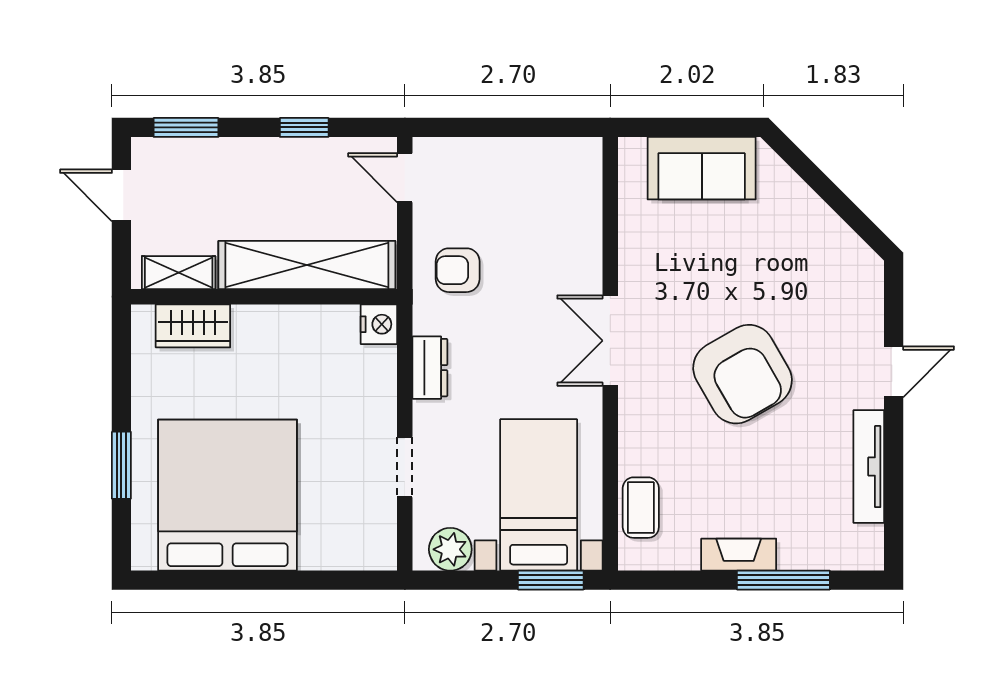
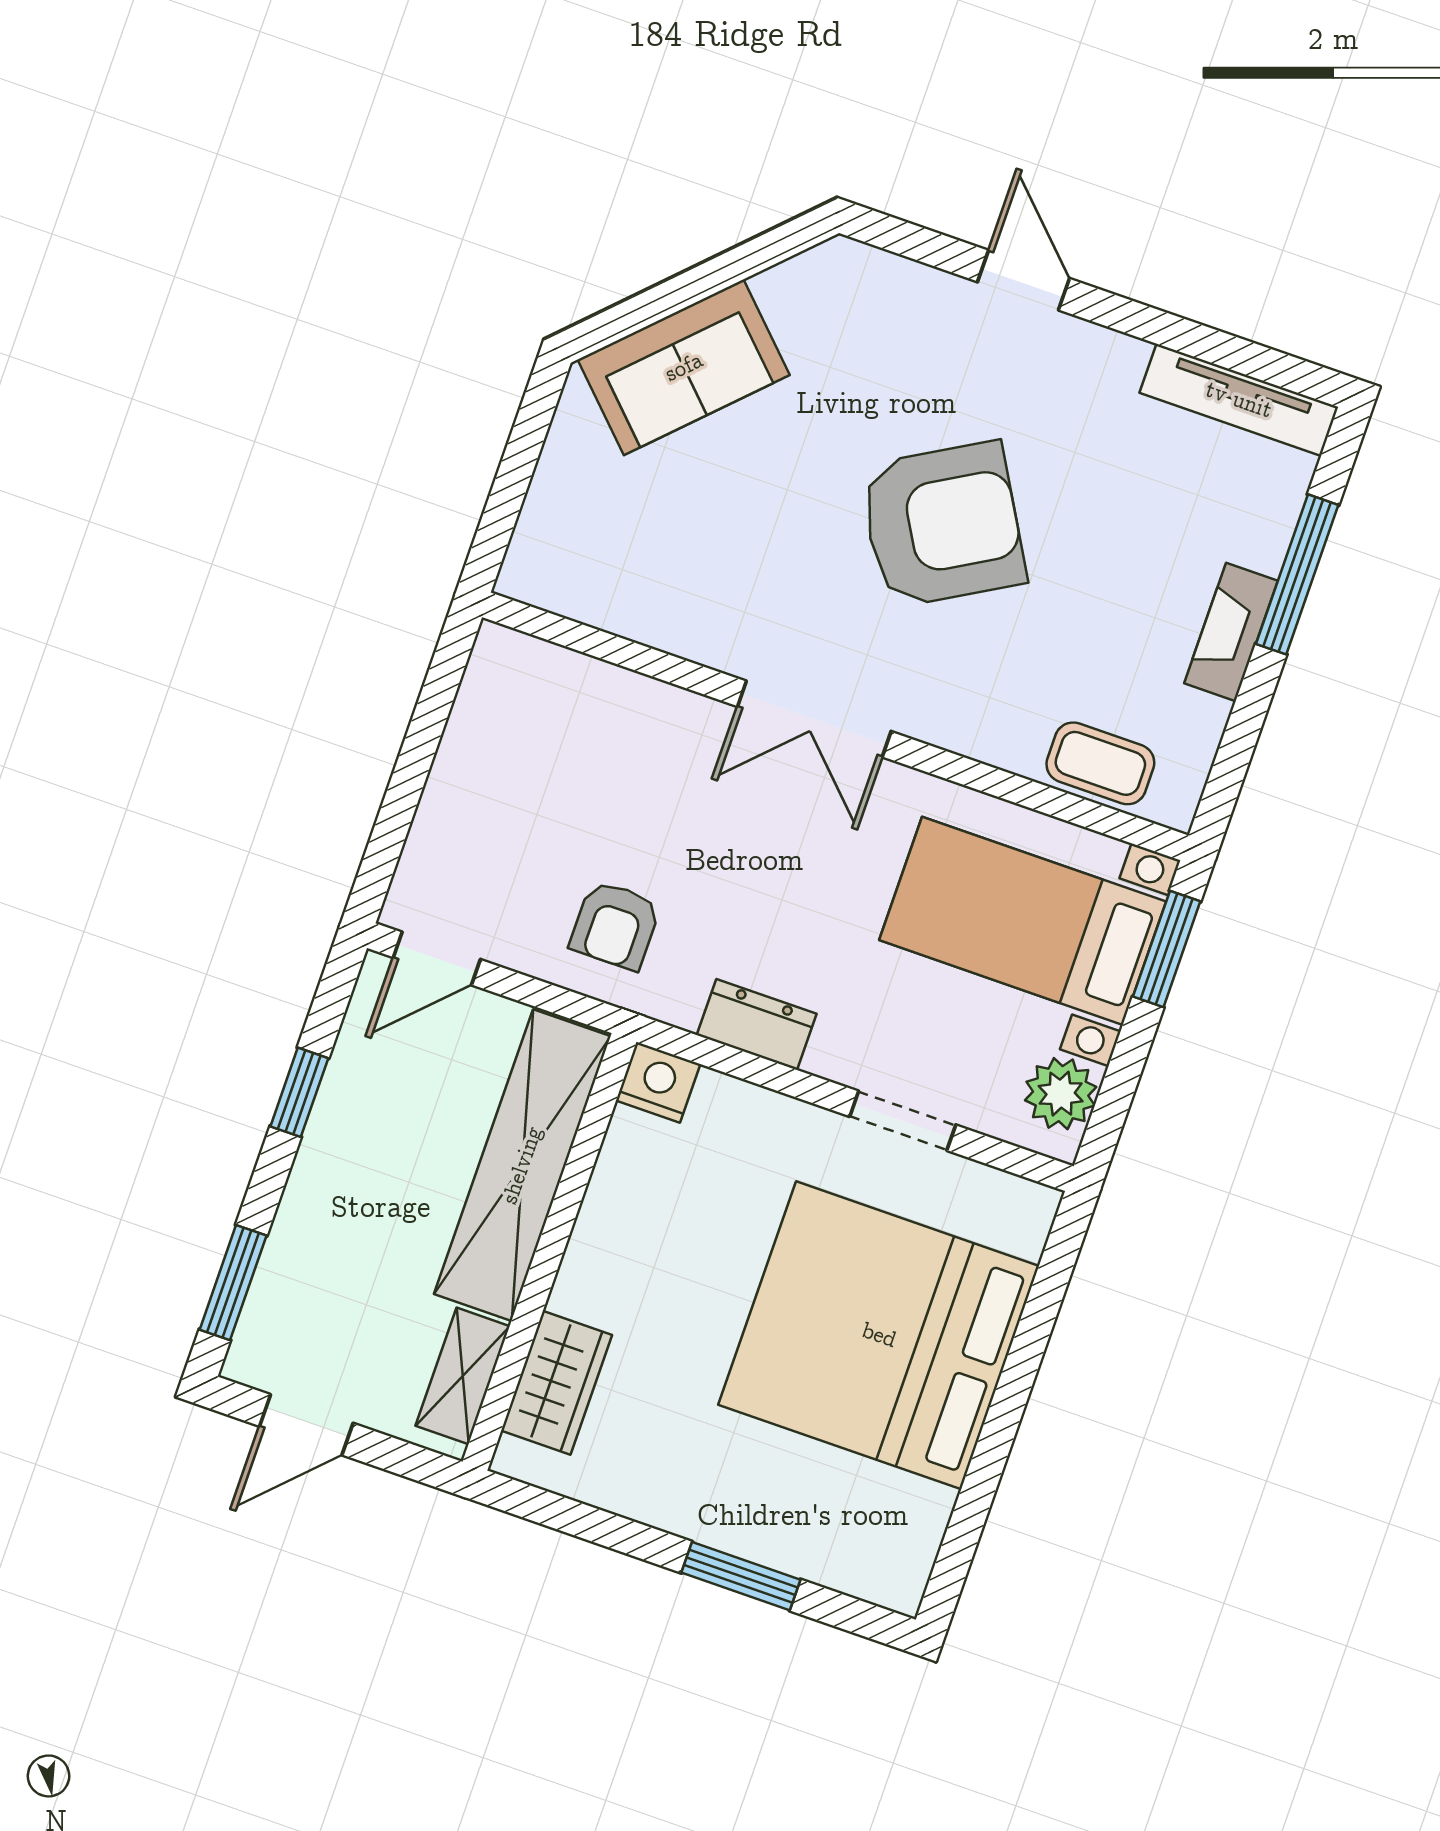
sofa: (702, 168) -> (684, 367), moved, turned 45
tv unit: (869, 467) -> (1239, 400), moved
bed: (228, 495) -> (879, 1335), moved

